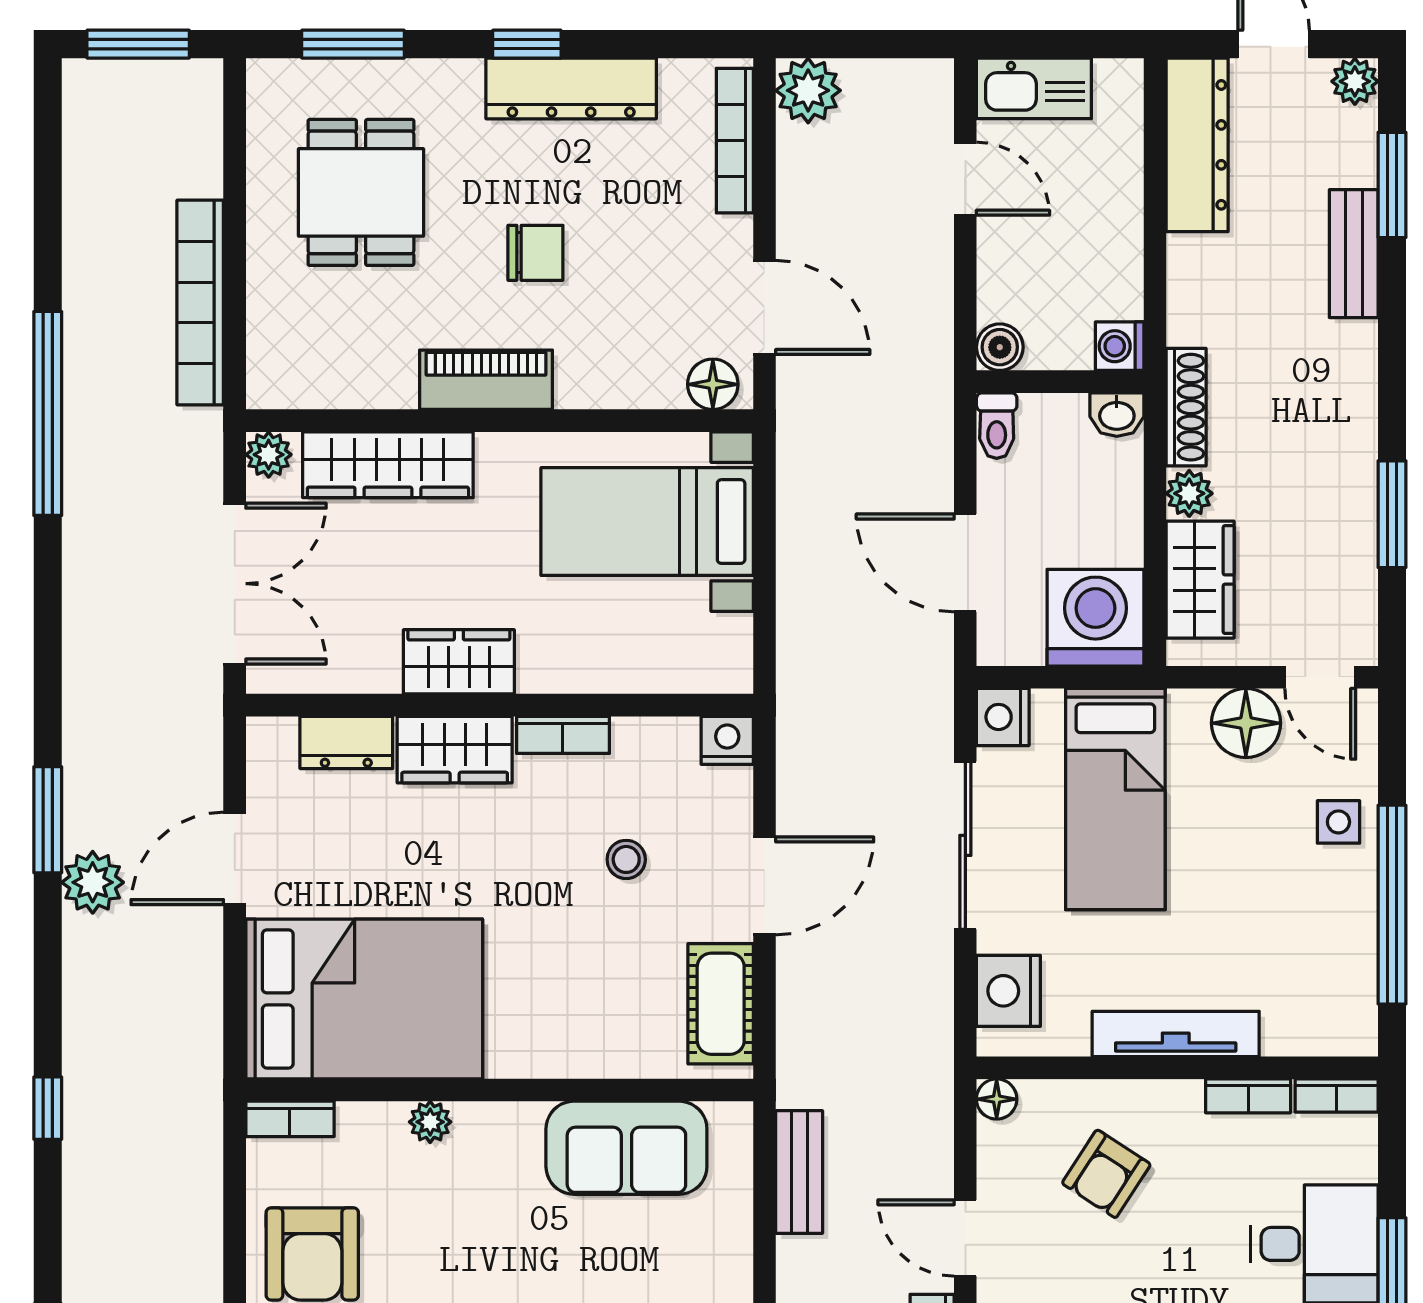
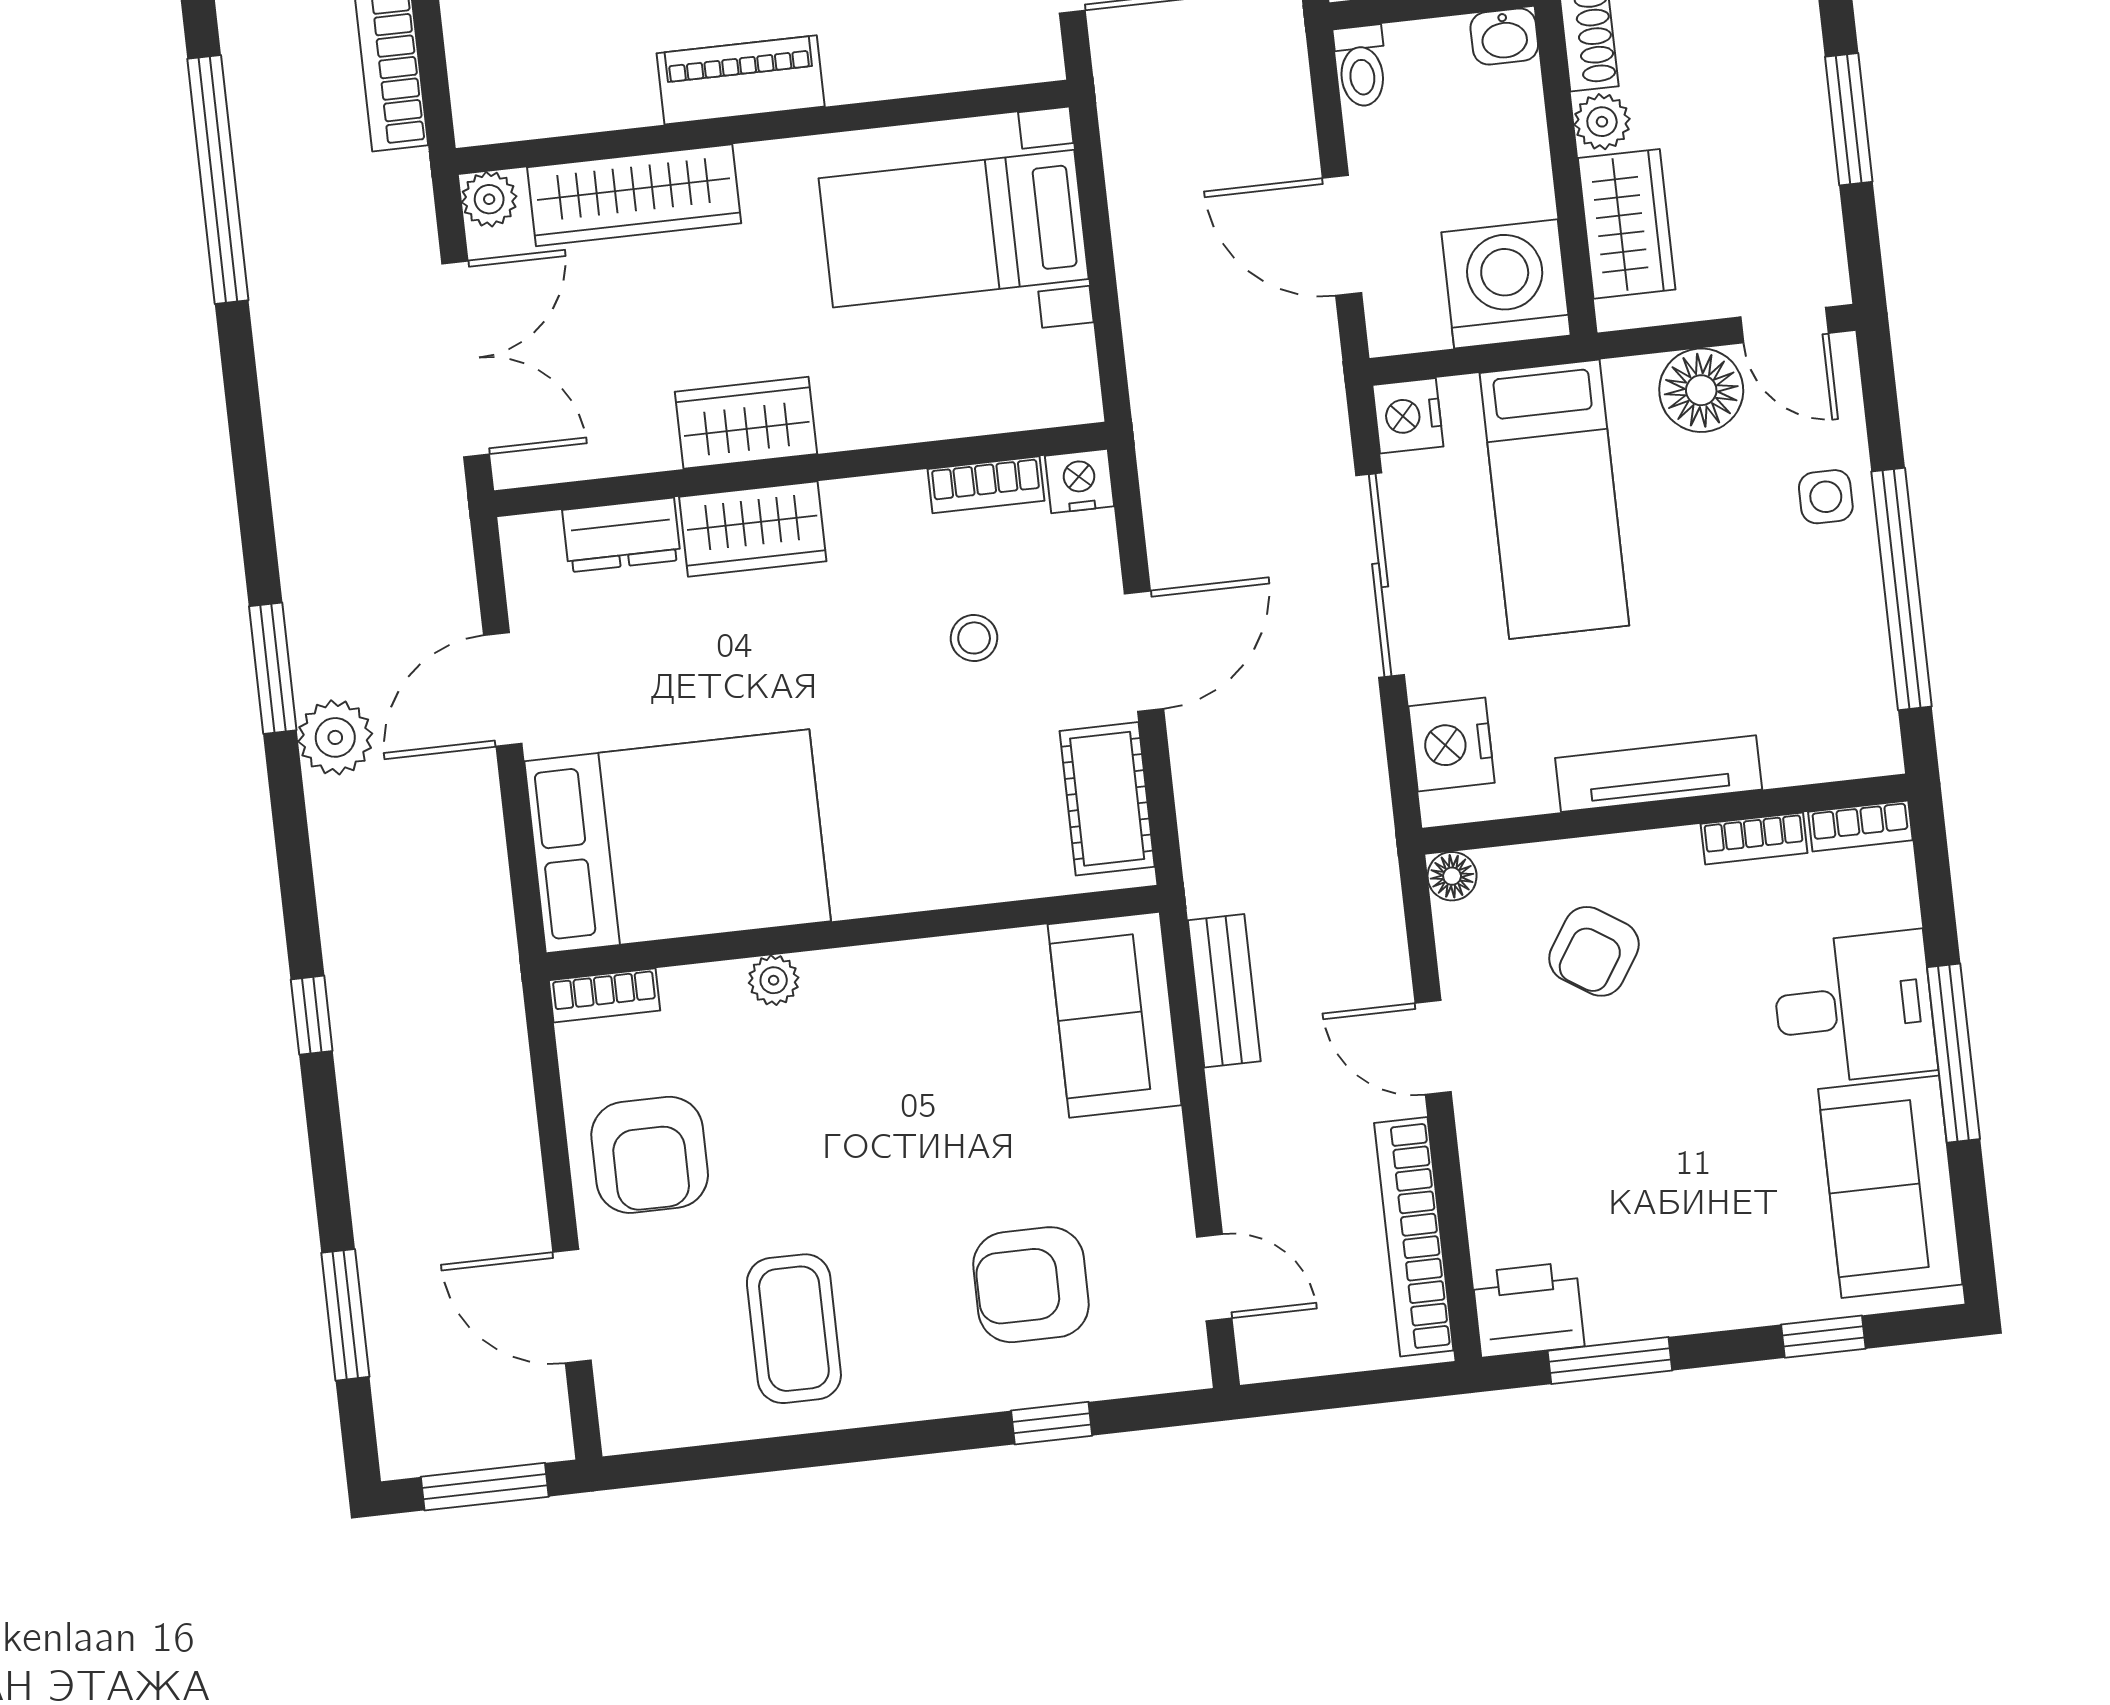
floor lamp: (713, 384) -> (1014, 55), removed
bookcase: (563, 735) -> (986, 485), moved
sofa: (626, 1148) -> (1114, 1015), moved, turned 90

